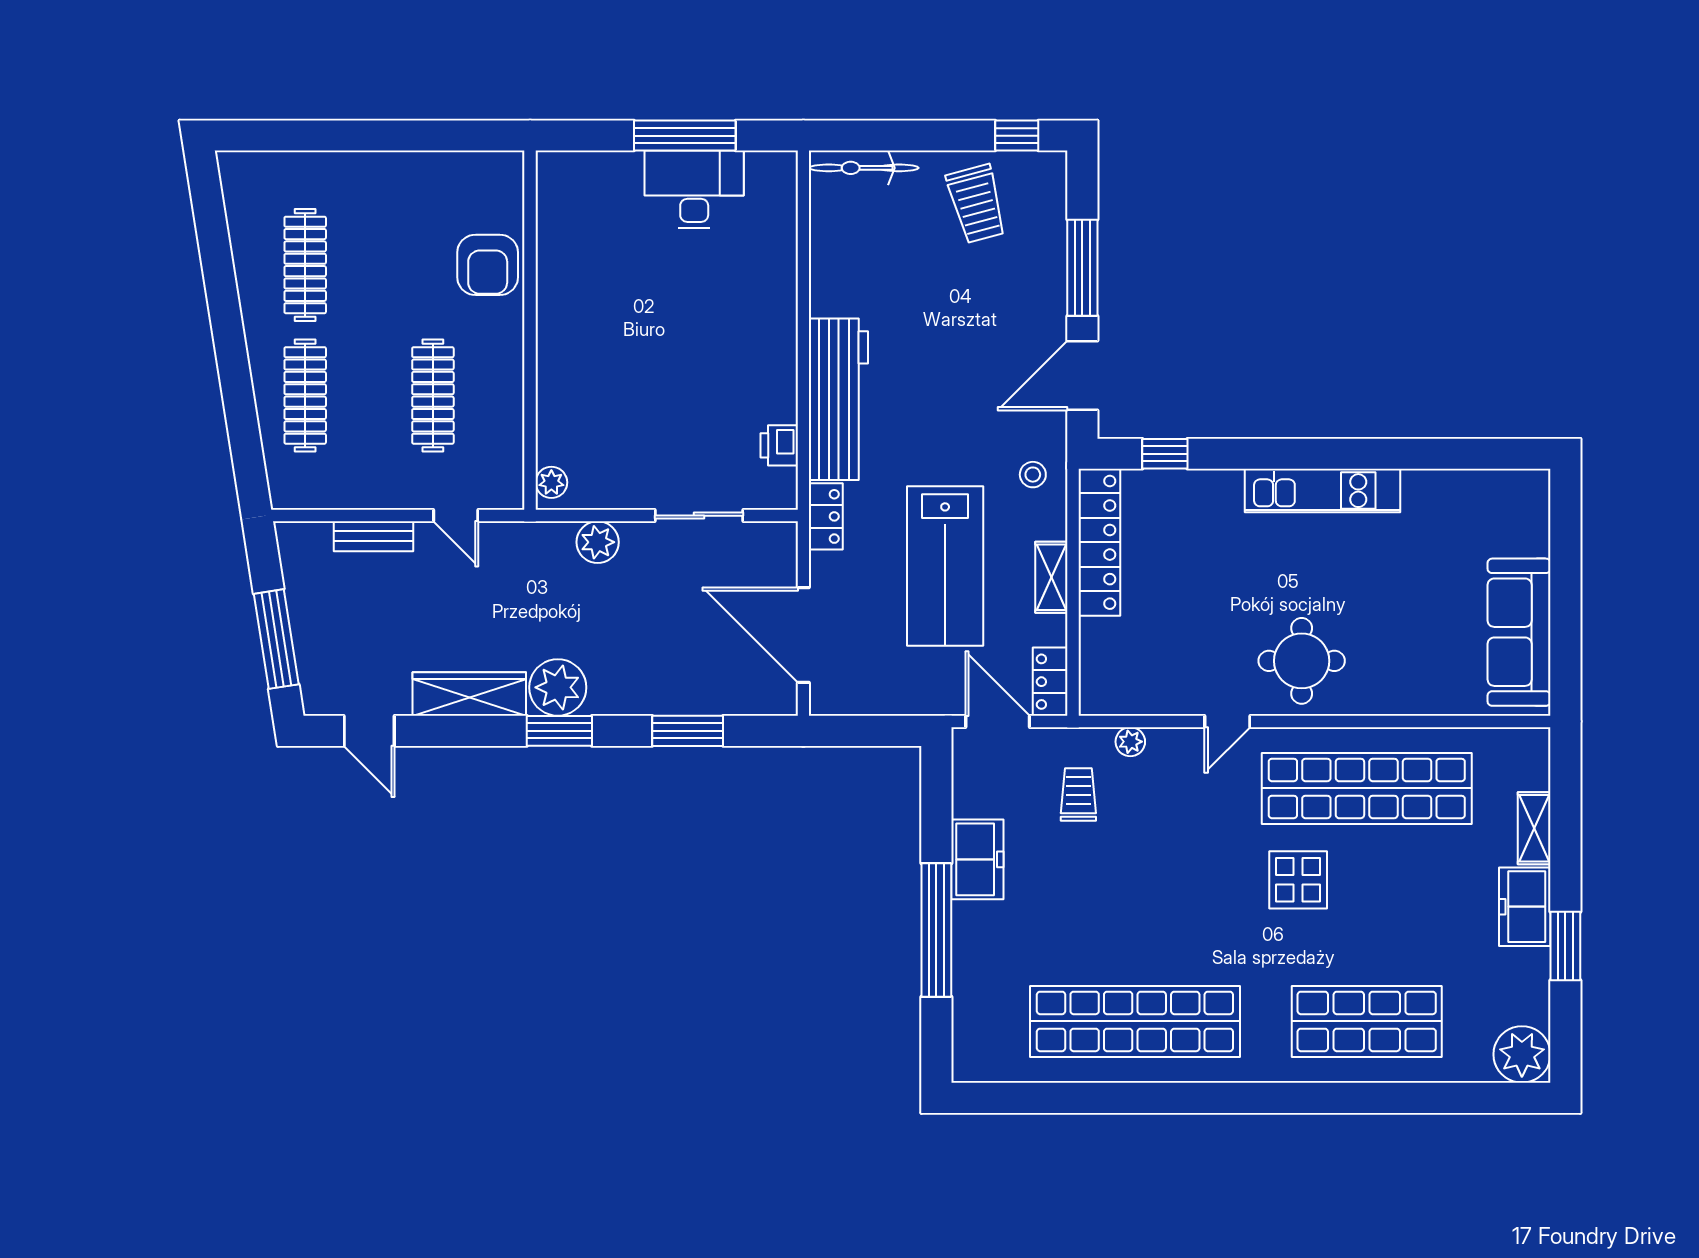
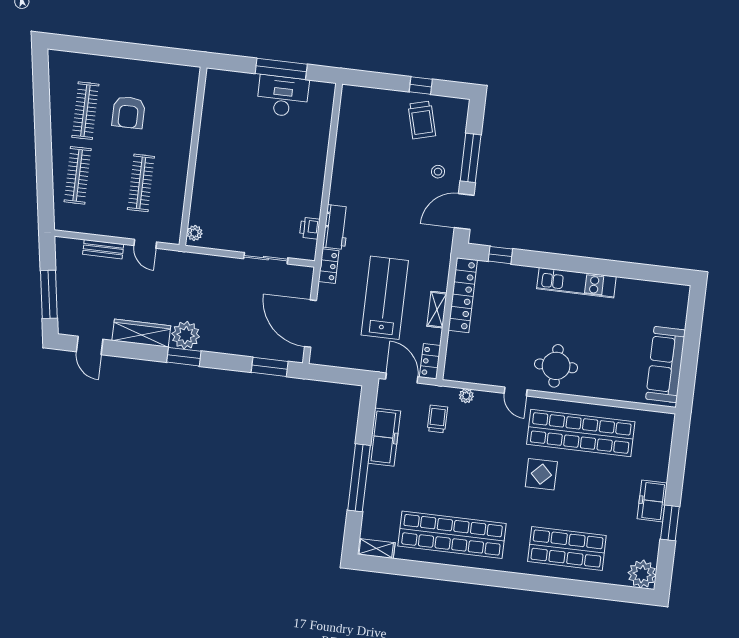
window: (1017, 136) -> (421, 86), moved
bicycle: (864, 168) -> (368, 96), removed
armchair: (488, 265) -> (129, 112), moved
workbench: (838, 399) -> (336, 227), width x0.53, depth x0.76
stool: (1033, 475) -> (438, 172), moved
plant: (598, 542) -> (214, 265), removed
lab bench: (945, 566) -> (385, 298), turned 180
door: (1227, 721) -> (516, 392), hinge flipped
window: (688, 731) -> (270, 367), moved
shelving: (1534, 828) -> (376, 548), moved, turned 90
freezer: (977, 859) -> (384, 437), width x1.40

